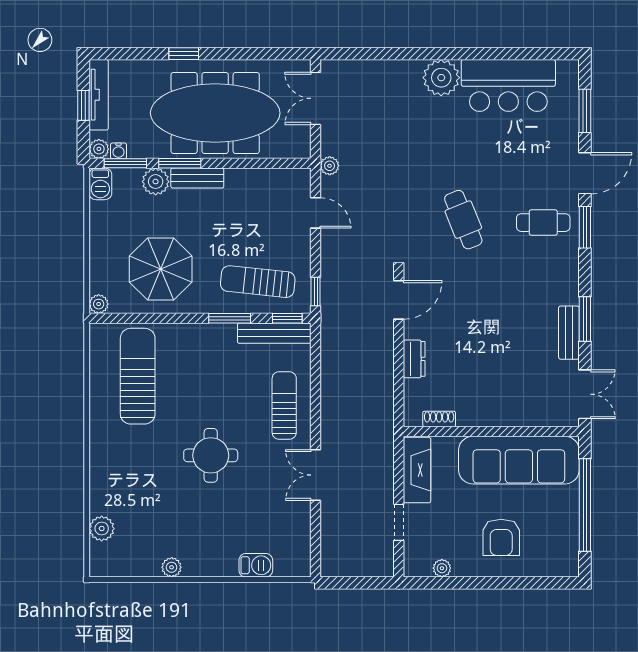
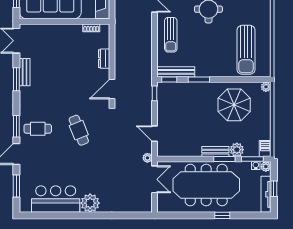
double door: (316, 98) -> (155, 179), moved
sun lounger: (258, 282) -> (184, 98), removed

